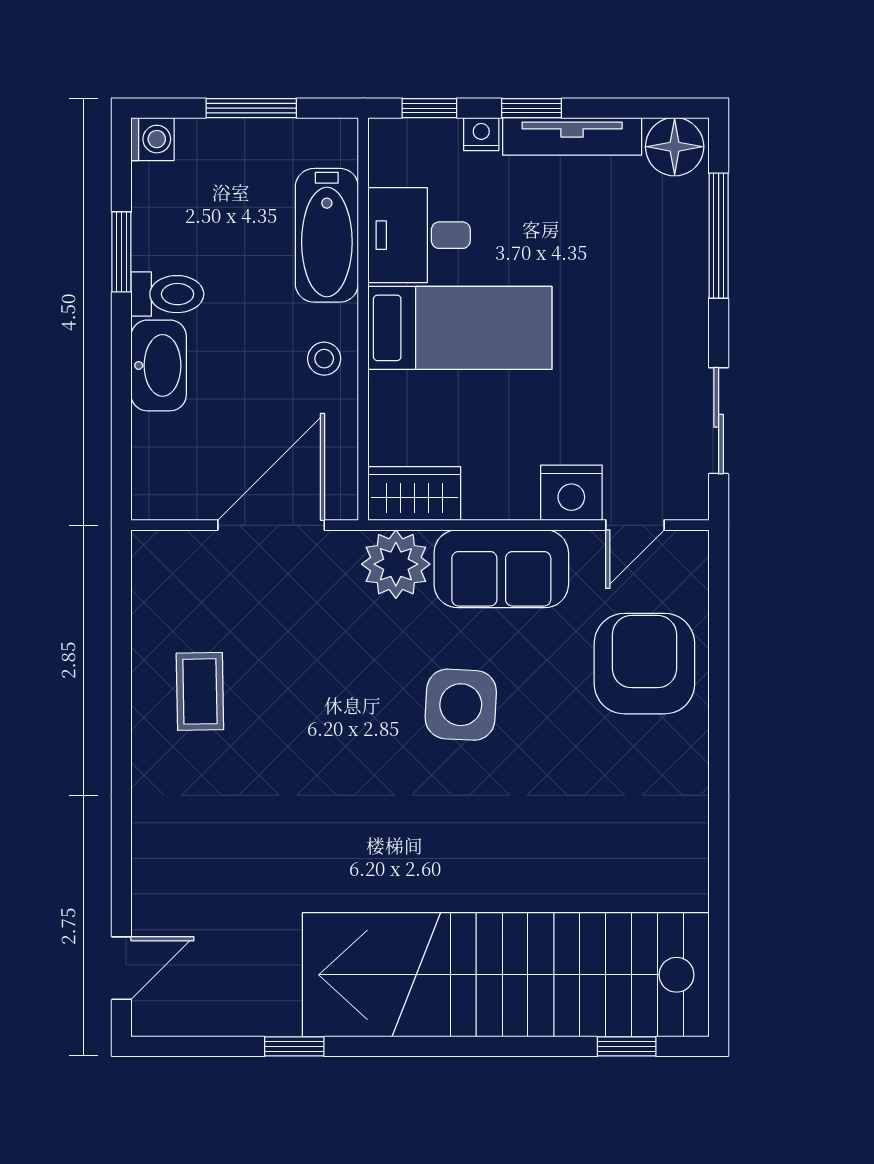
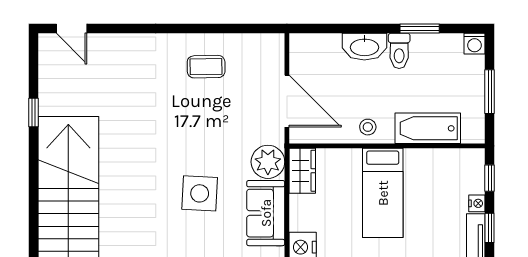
desk: (419, 235) -> (428, 173), removed

